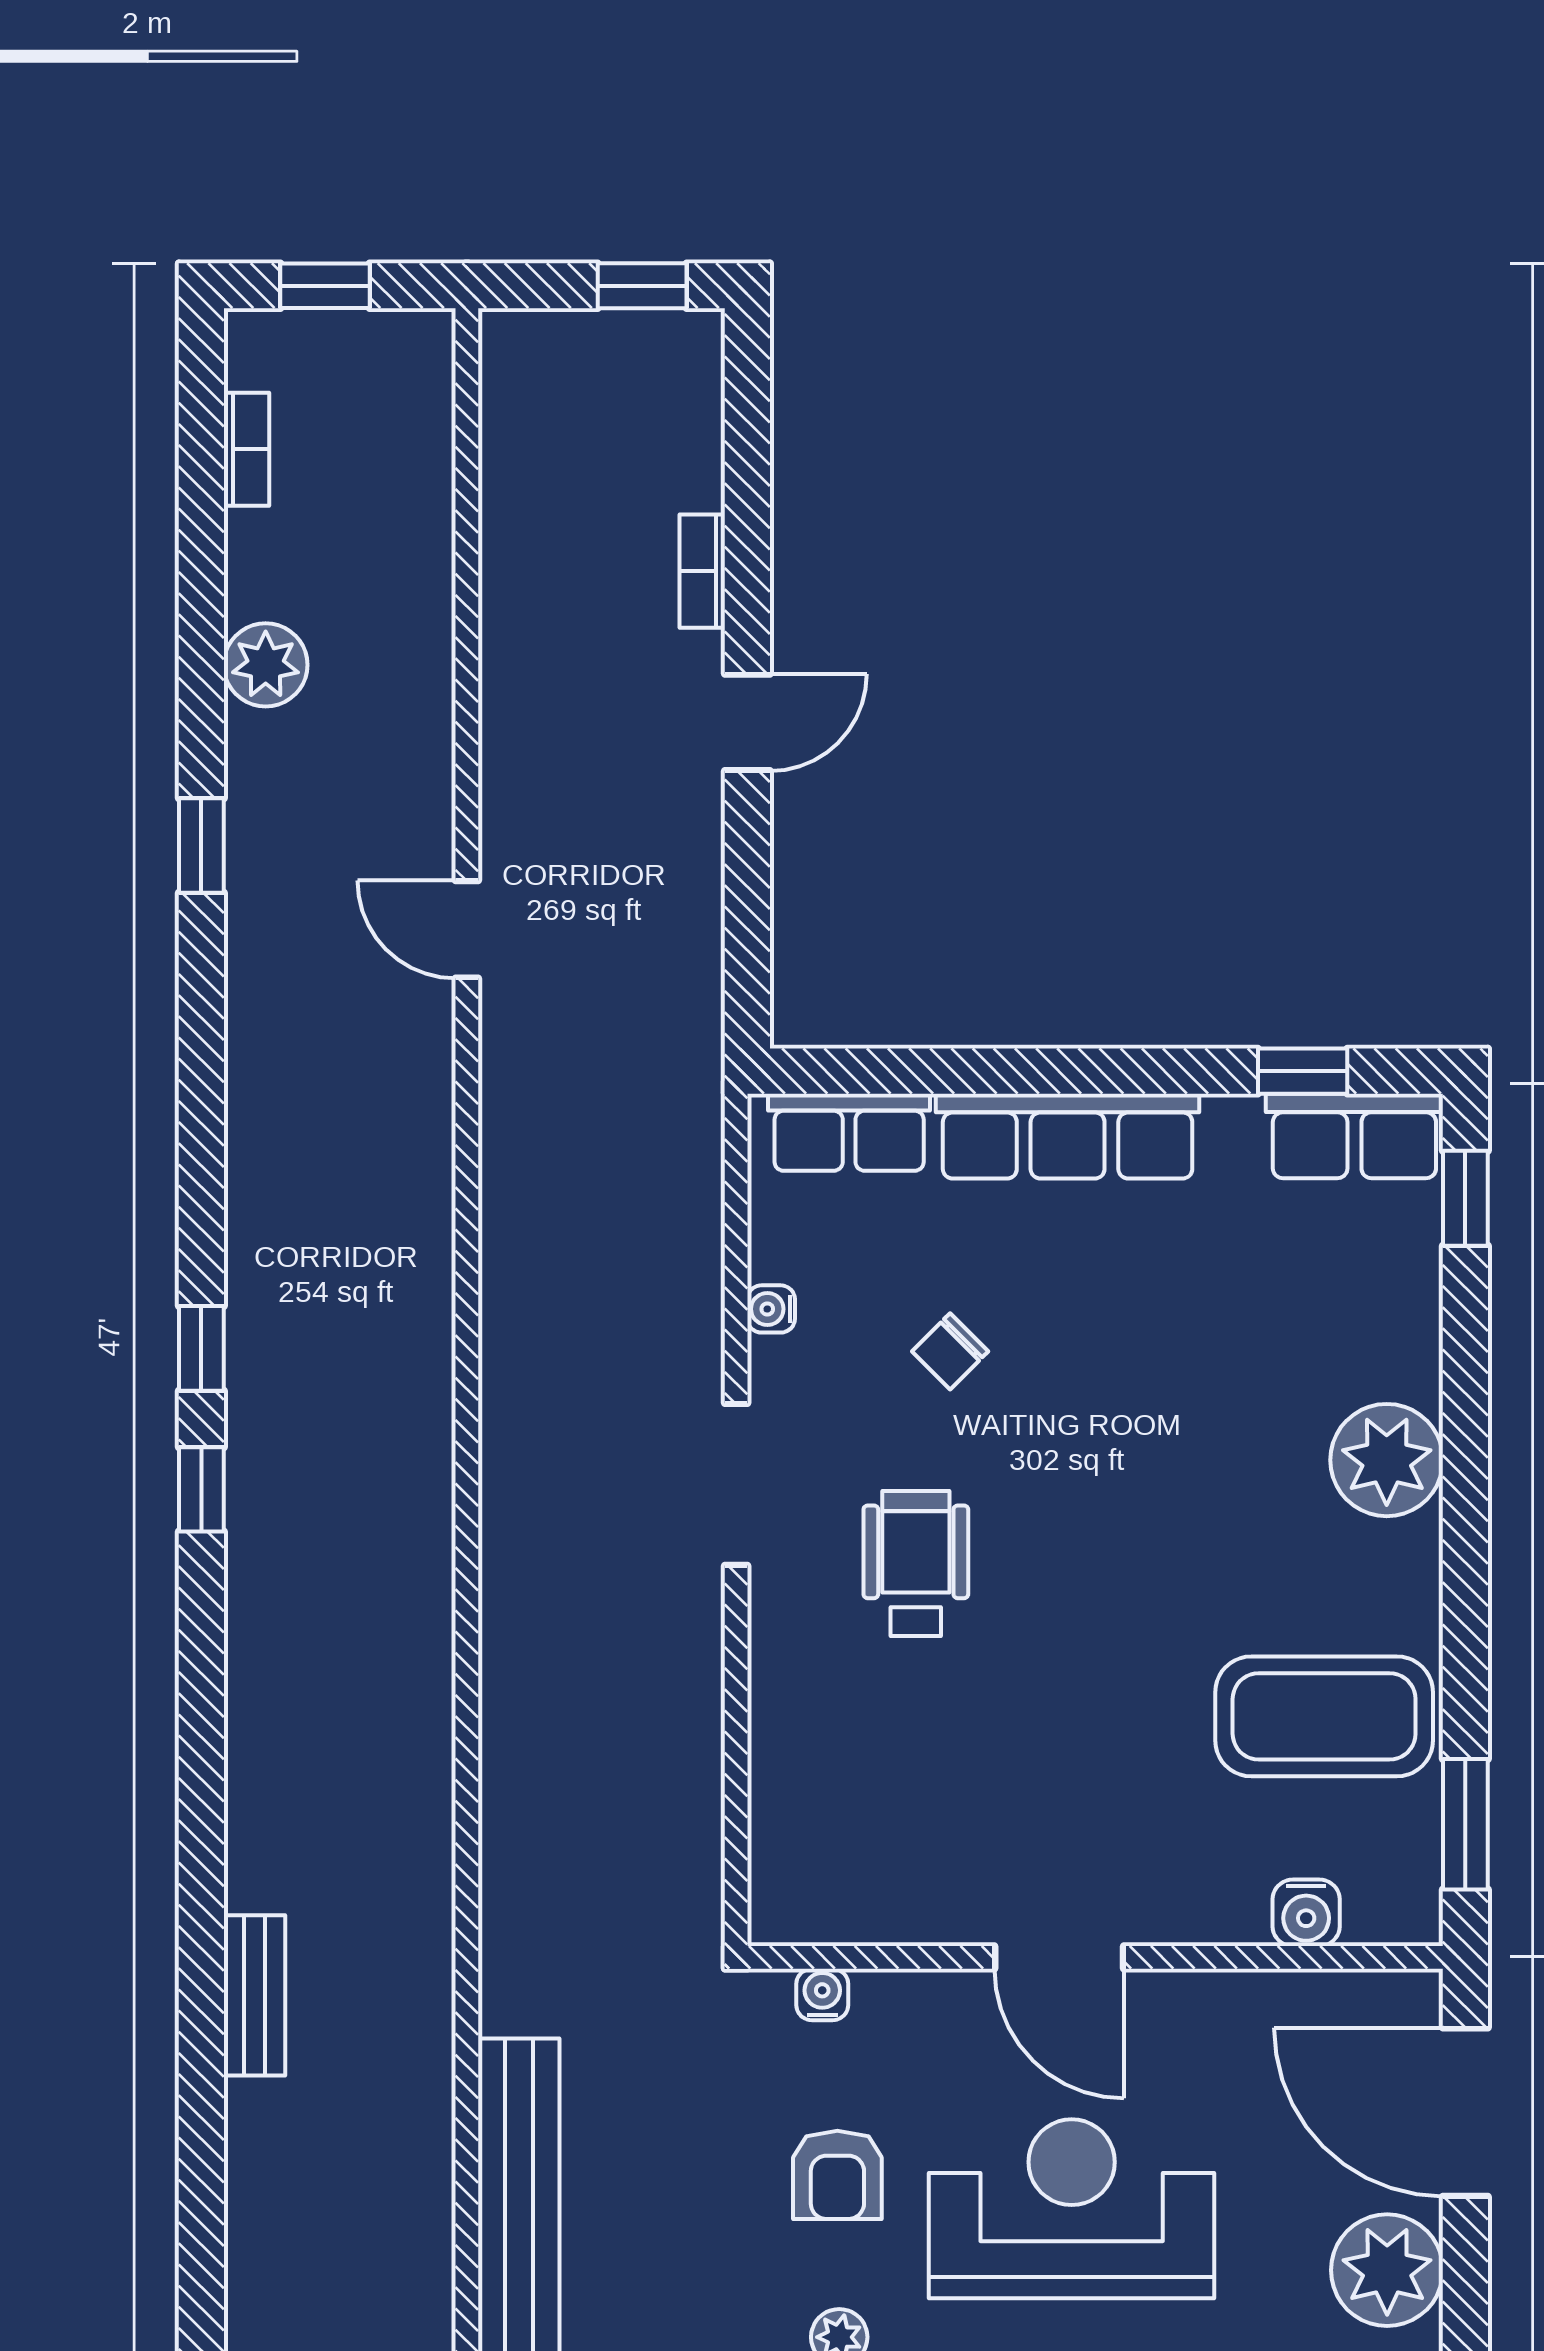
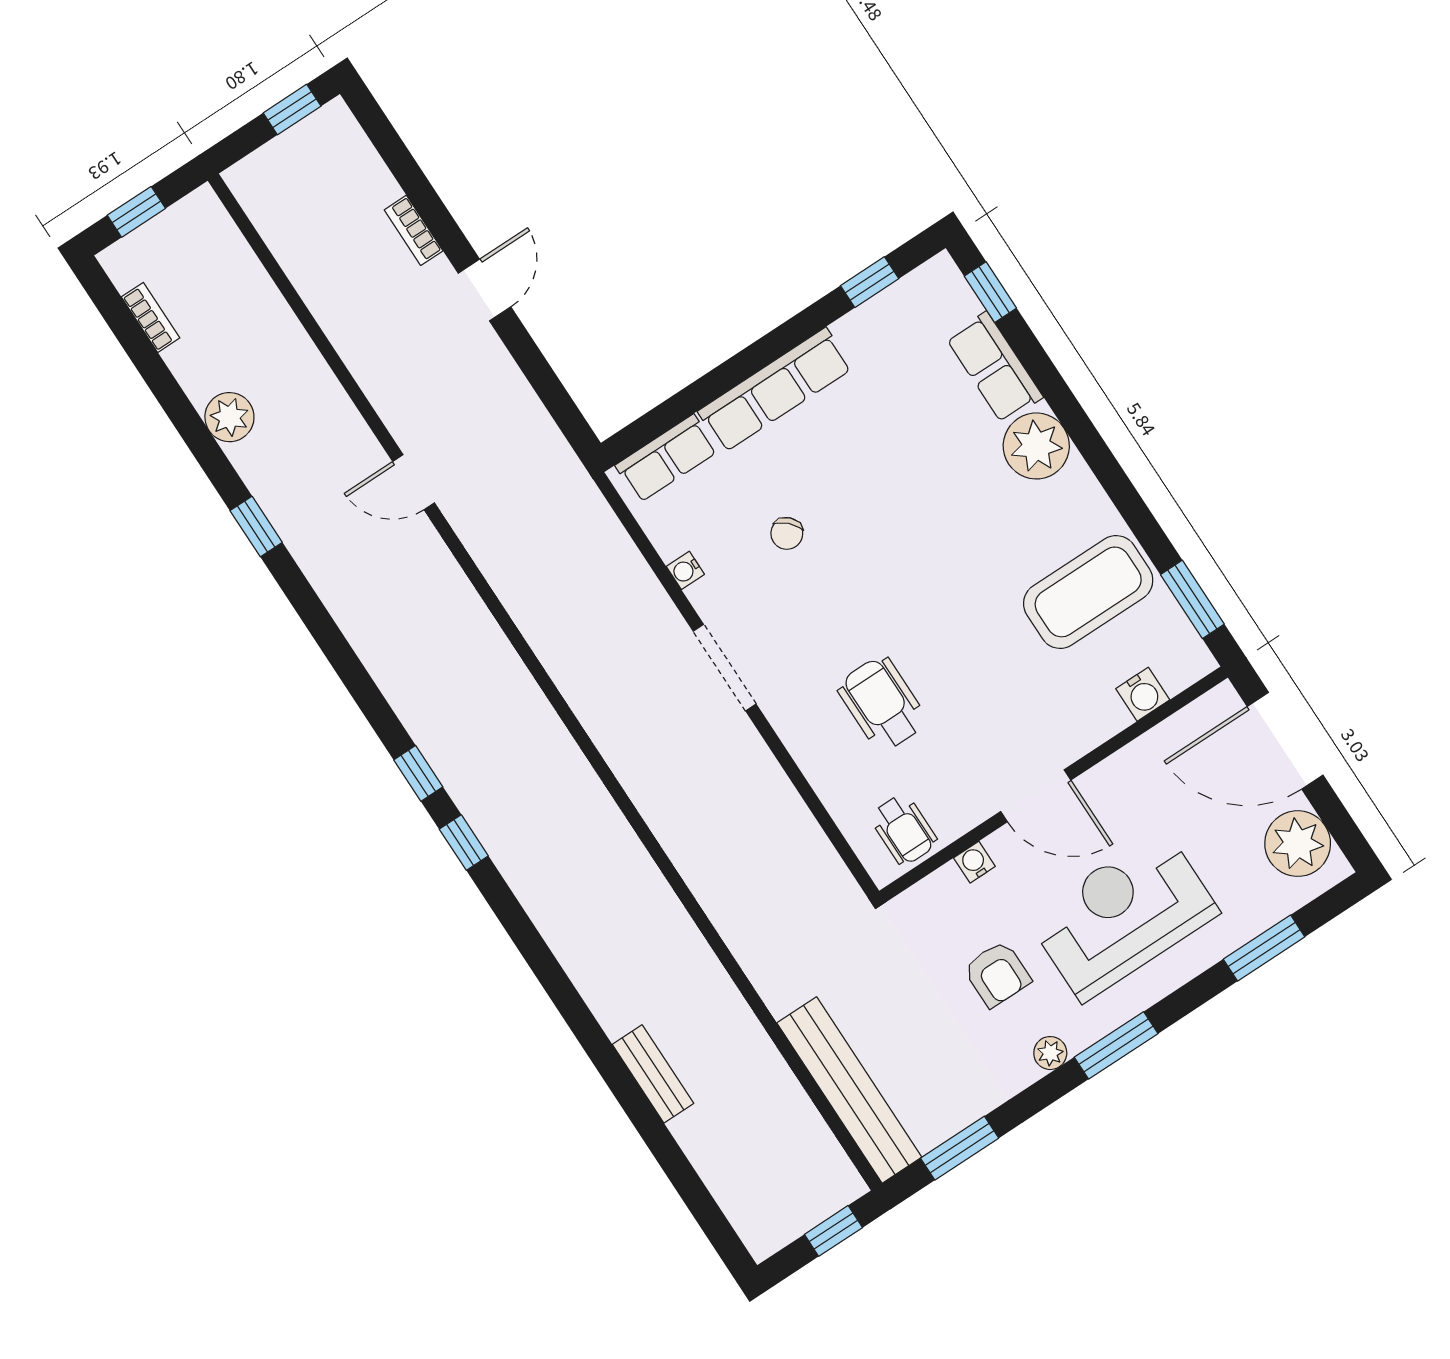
row of seats: (1354, 1136) -> (994, 367), moved, turned 90
wheelchair: (916, 1563) -> (882, 704), moved
wheelchair: (840, 1882) -> (904, 829), added
water cooler: (822, 1994) -> (974, 862), moved

